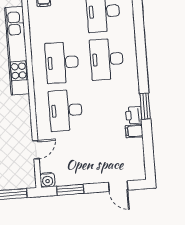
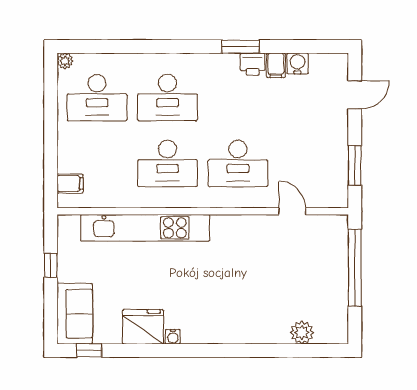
water cooler: (47, 180) -> (297, 63), moved, turned -90

